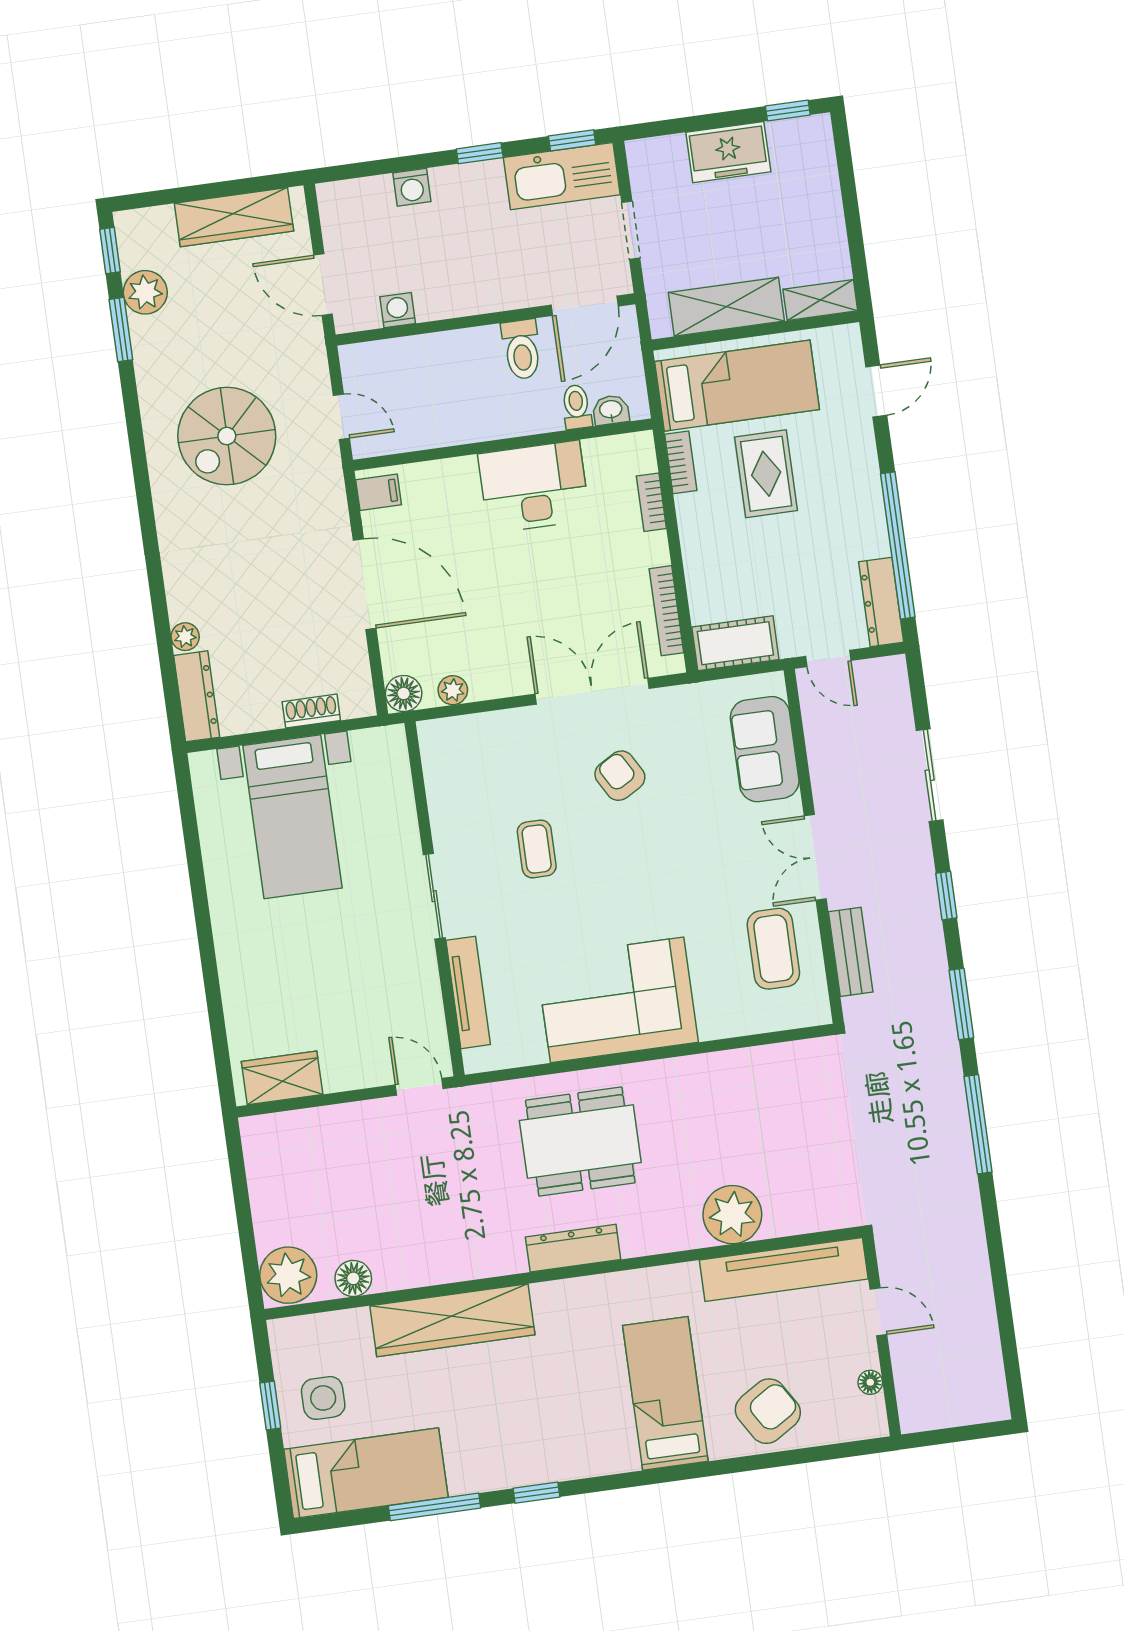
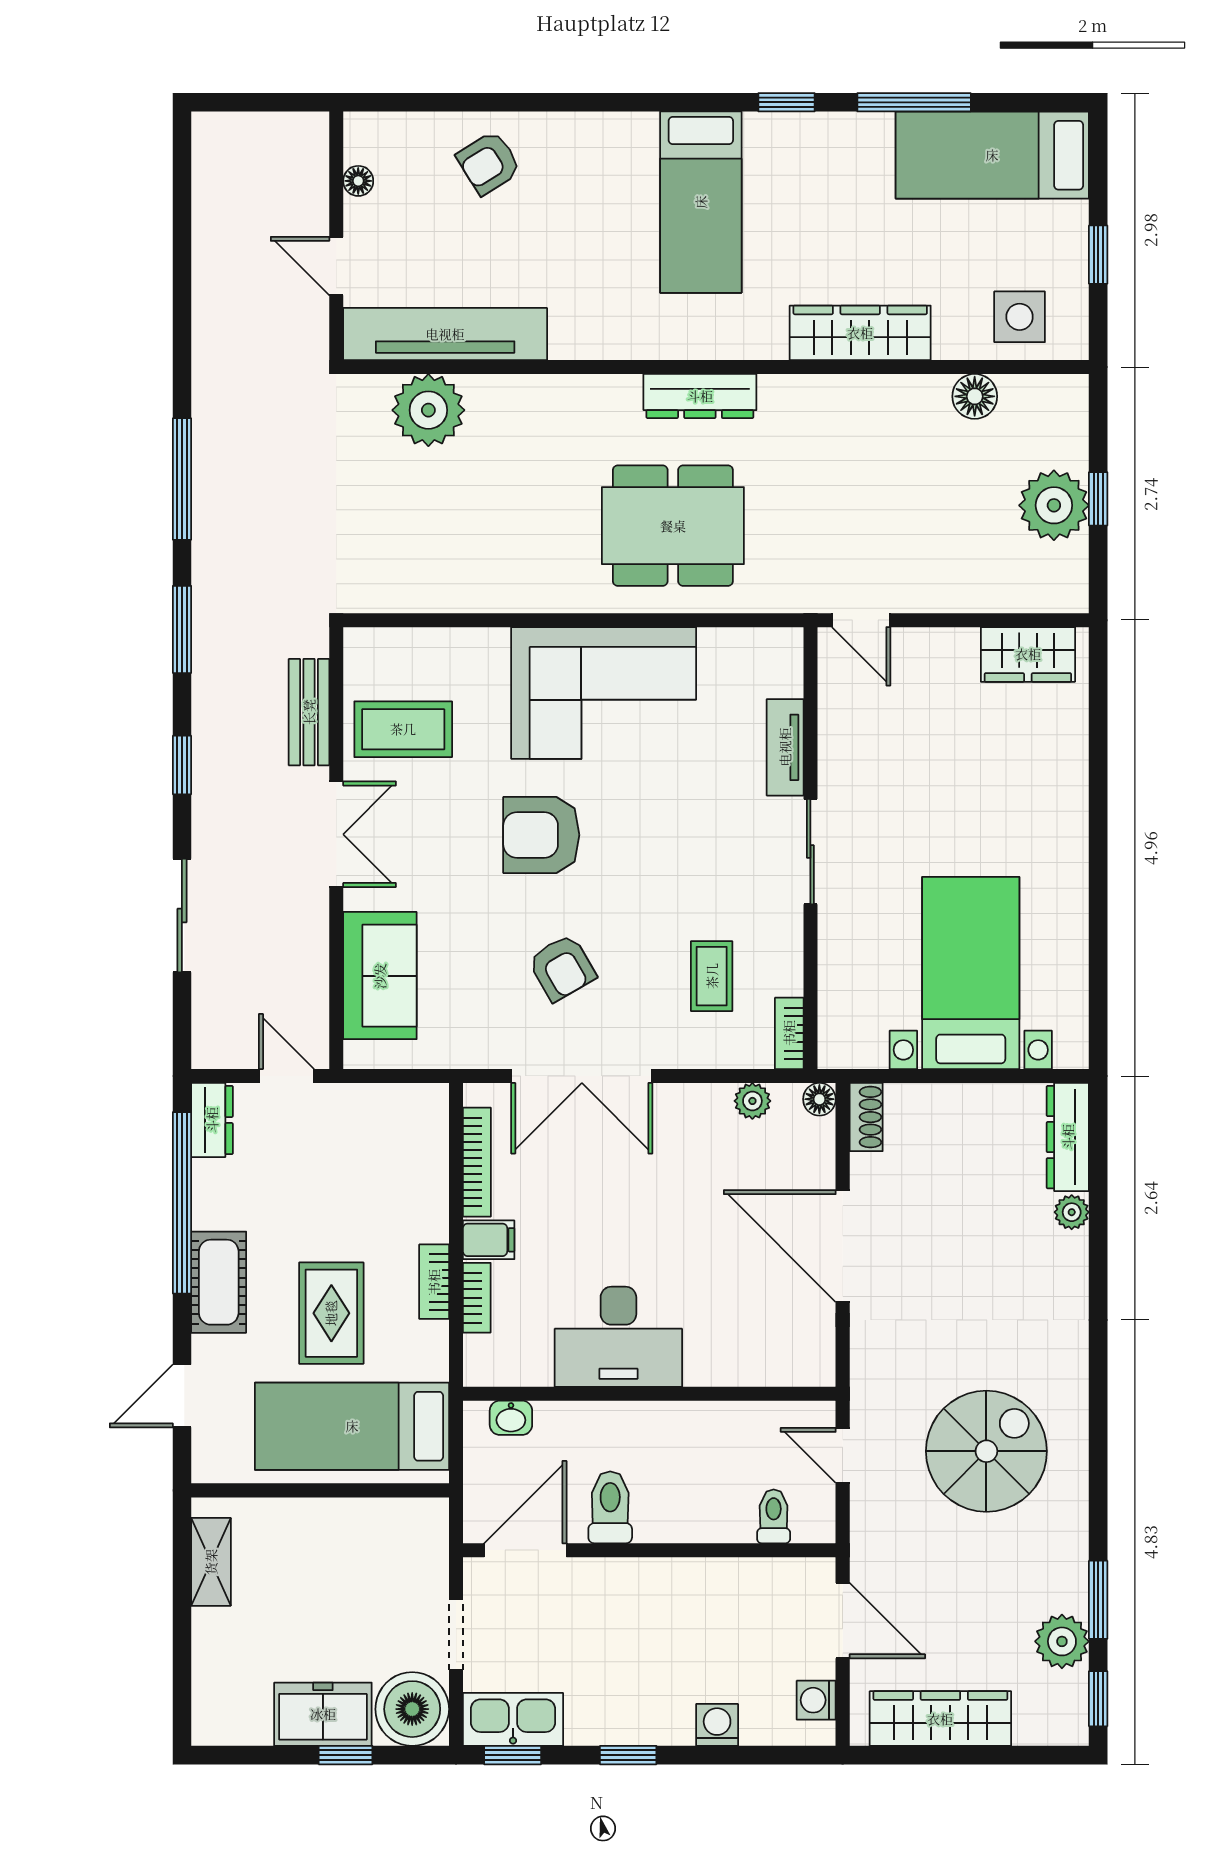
window: (788, 110) -> (346, 1755), moved
boiler: (657, 166) -> (412, 1709), added
kitchen sink: (562, 176) -> (513, 1719), width x0.73, depth x0.81
shelving: (820, 300) -> (211, 1562), moved, turned 90
shelving: (726, 307) -> (352, 1525), removed
washing machine: (398, 310) -> (816, 1700), moved, turned 90
toilet: (577, 407) -> (774, 1516), moved, turned 180
bookcase: (681, 462) -> (434, 1282), moved
filing cabinet: (379, 492) -> (489, 1240), moved, turned 180
dresser: (881, 602) -> (212, 1120), width x0.70
cot: (735, 643) -> (219, 1282), moved, turned 90
floor lamp: (404, 693) -> (819, 1099), width x0.73, depth x0.73
shoe rack: (311, 711) -> (866, 1117), moved, turned -90
bookcase: (431, 748) -> (789, 1033), added
coffee table: (537, 849) -> (712, 976), moved
armchair: (651, 879) -> (541, 835), added
coffee table: (773, 949) -> (403, 729), turned 90
tv unit: (468, 992) -> (785, 747), width x0.71
window: (243, 1210) -> (1098, 499), added
plant: (732, 1215) -> (428, 410), moved
plant: (288, 1275) -> (1054, 505), moved
wardrobe: (452, 1320) -> (860, 333), width x0.71, depth x0.85
bed: (665, 1393) -> (701, 202), moved
side table: (323, 1398) -> (1020, 317), moved
armchair: (768, 1411) -> (489, 163), width x0.72, depth x0.72

